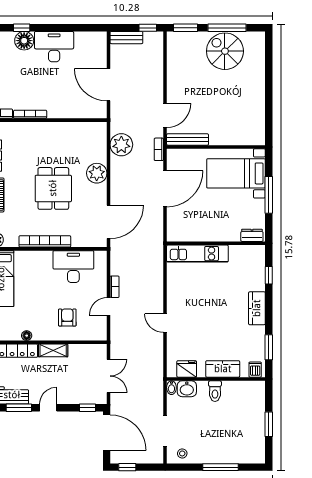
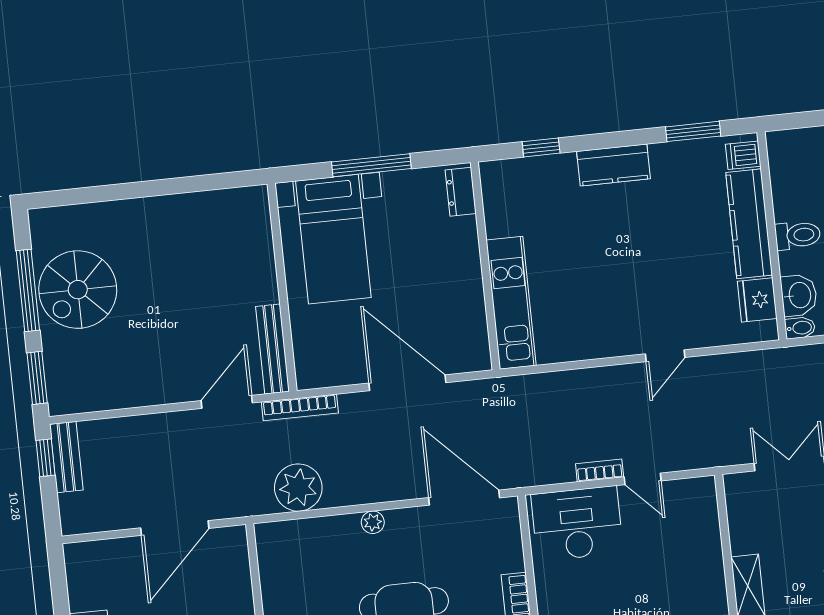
bench: (126, 38) -> (66, 457), moved
door: (165, 115) -> (227, 402), hinge flipped
bookcase: (159, 149) -> (300, 407), width x1.56
plant: (97, 173) -> (373, 522), width x0.53, depth x0.53
door: (165, 189) -> (407, 383), moved
desk: (73, 267) -> (577, 524), moved, turned 90
armchair: (67, 317) -> (675, 563), removed
kitchen counter: (223, 369) -> (749, 224), width x1.50

